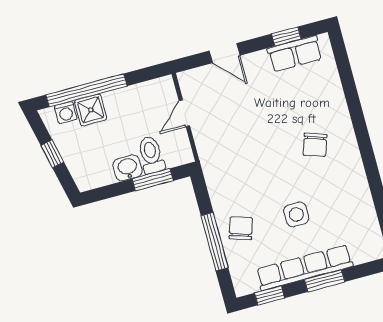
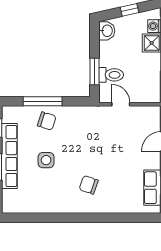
door: (184, 113) -> (121, 104), moved
washbasin: (128, 168) -> (107, 31), moved

